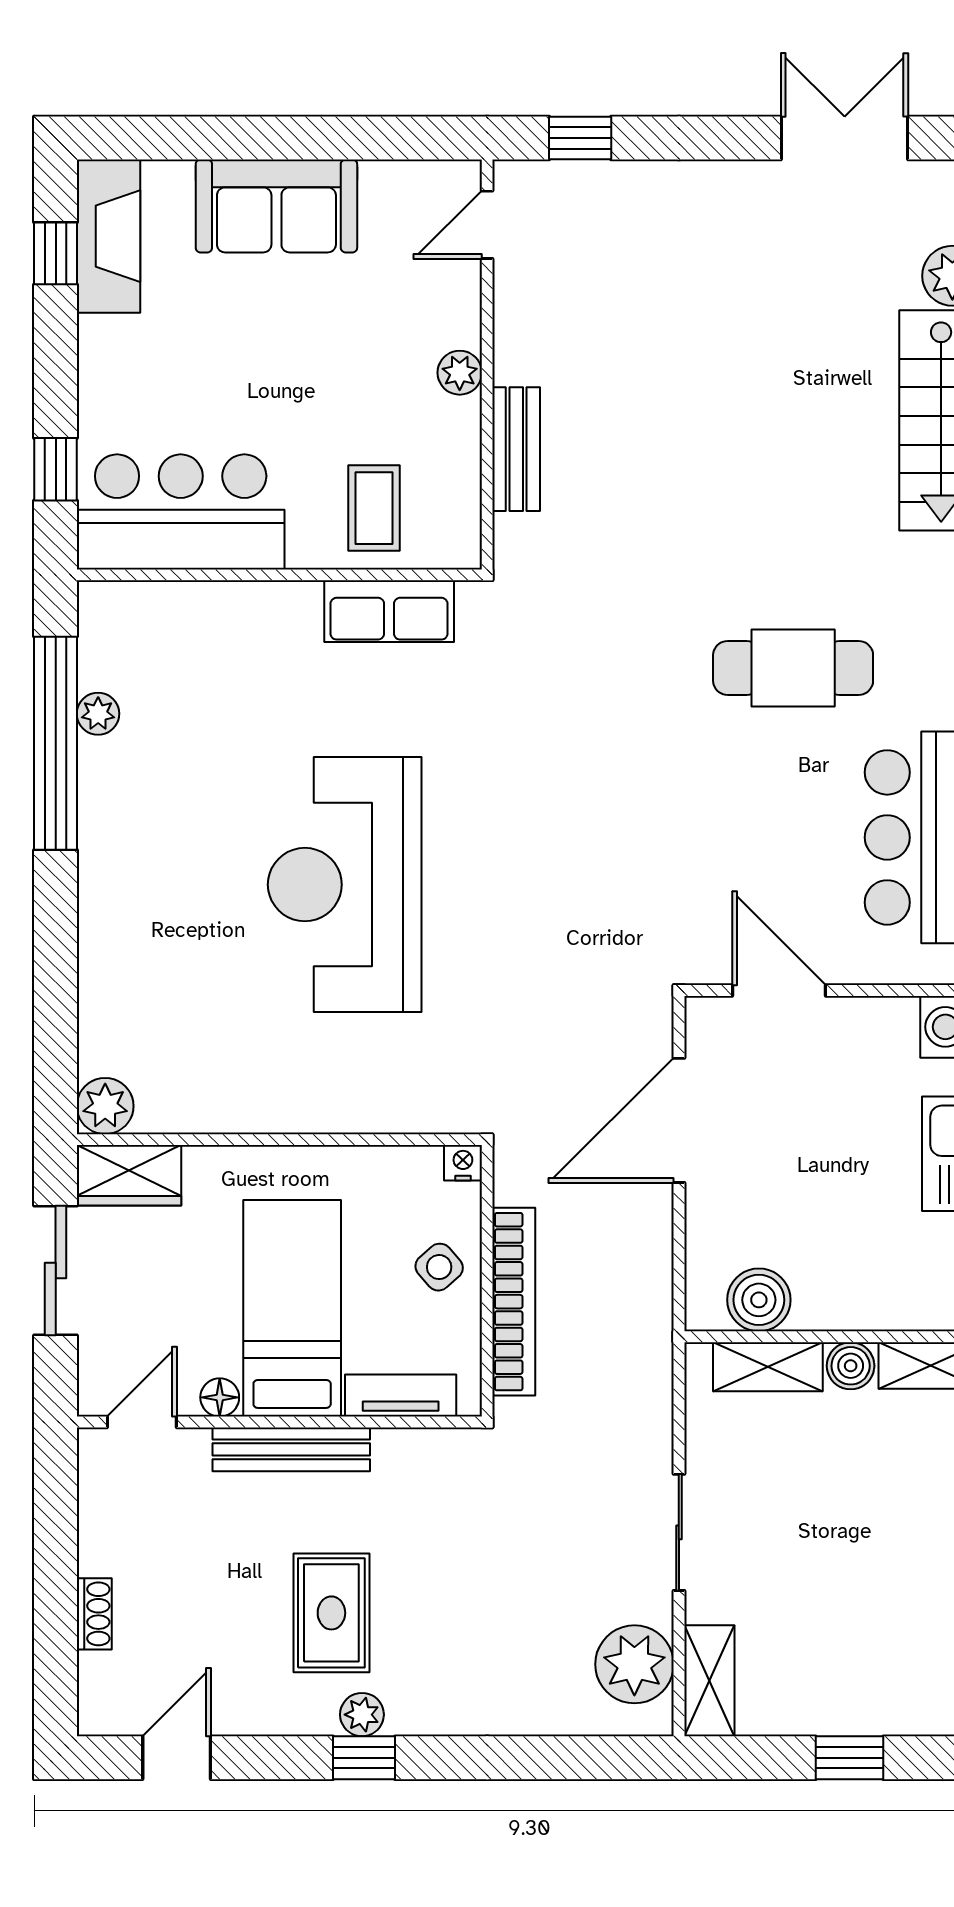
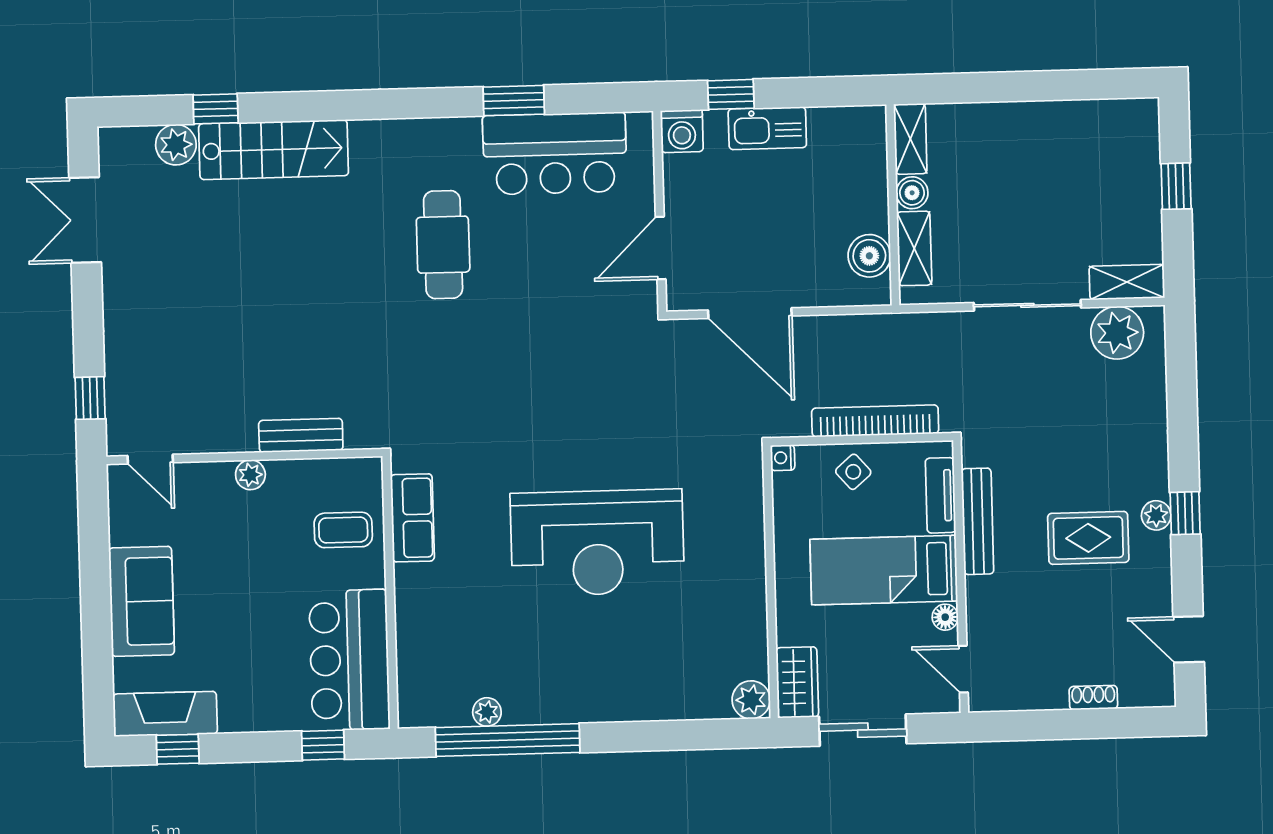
bench: (291, 1449) -> (978, 521), moved
sliding door: (679, 1532) -> (1027, 305), width x1.37

